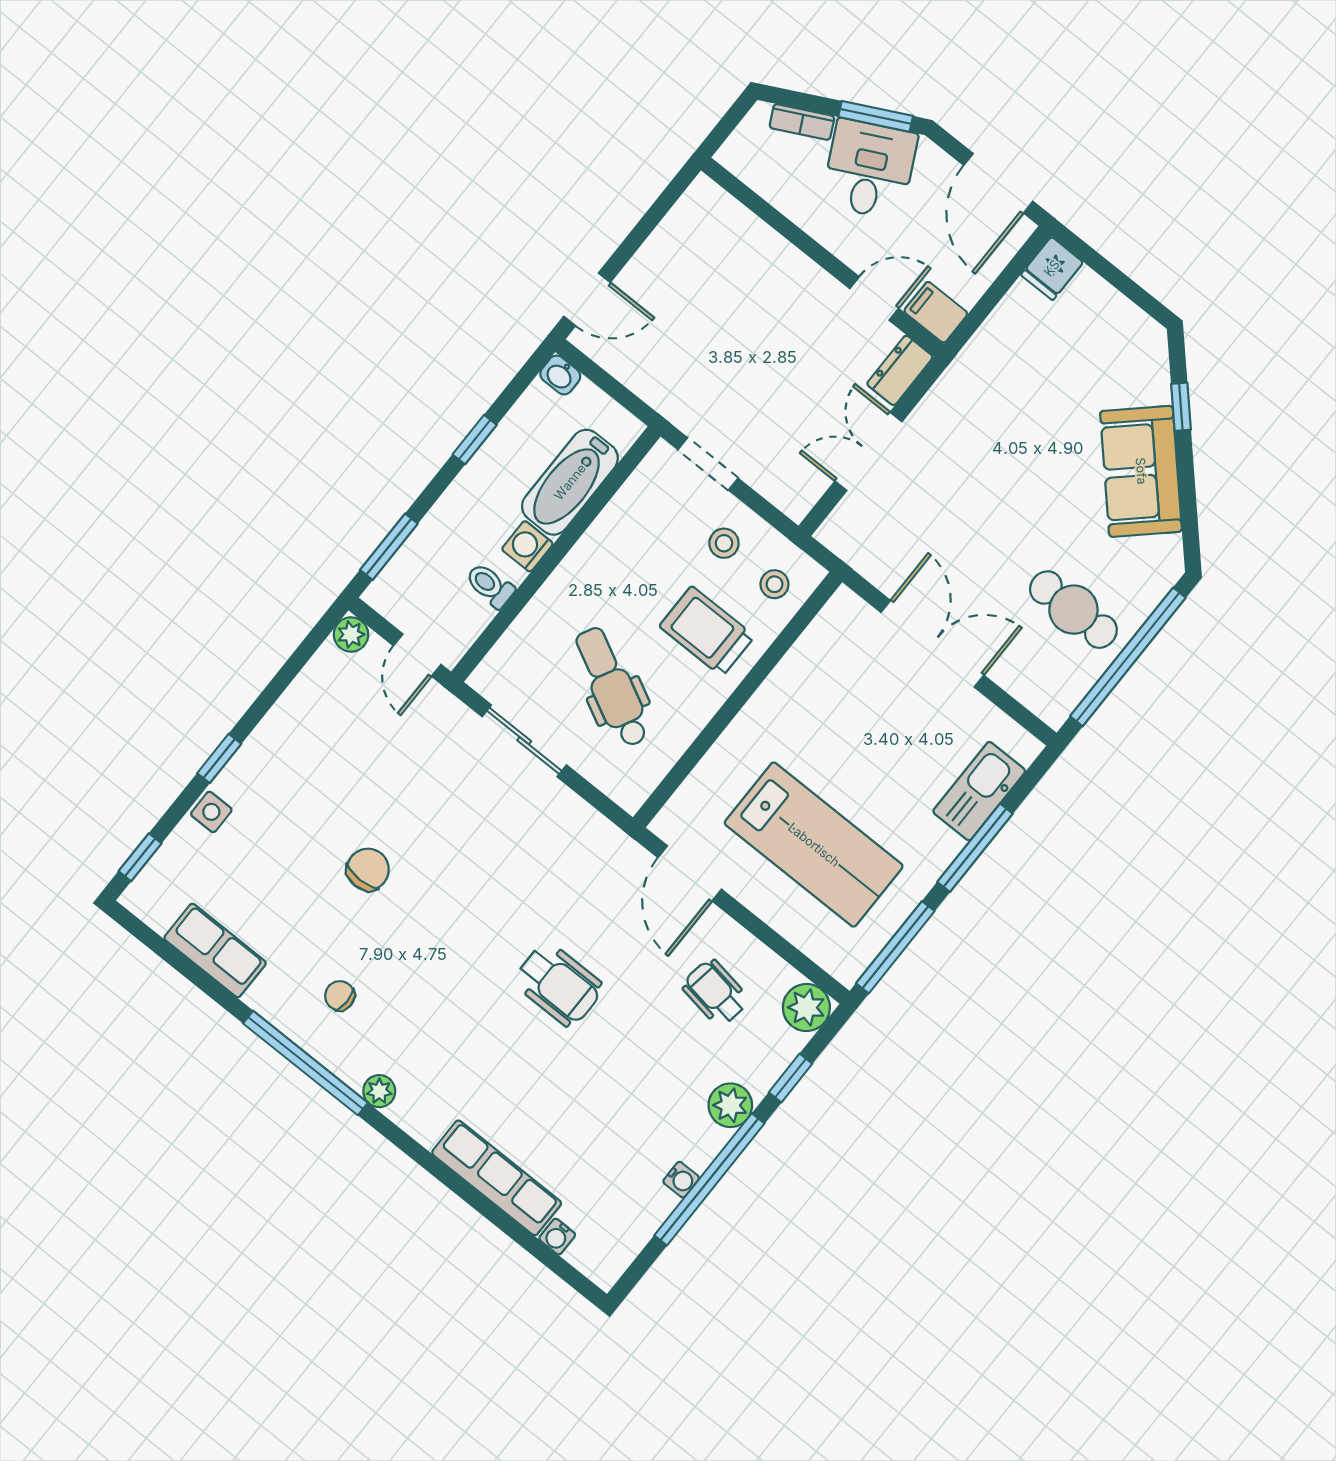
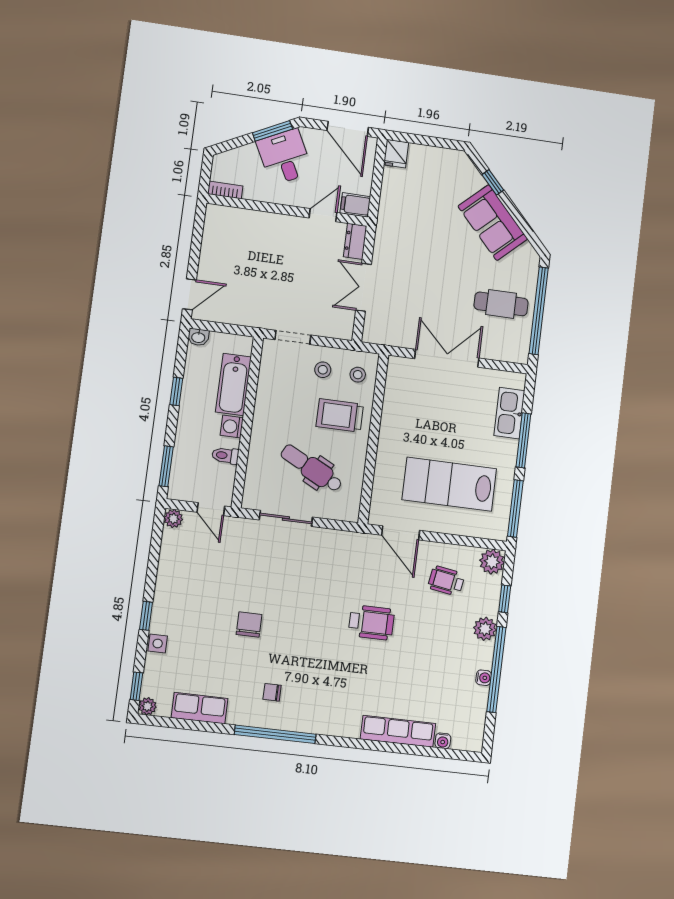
bookcase: (802, 122) -> (225, 190), moved, turned -153
lab bench: (814, 845) -> (449, 484), turned 180
plant: (379, 1091) -> (147, 706), moved

